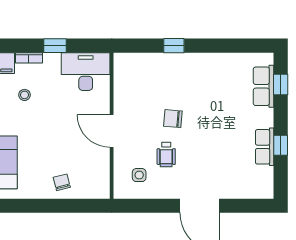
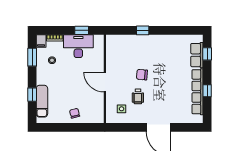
window: (55, 46) -> (82, 30), moved
desk: (86, 72) -> (78, 46), moved
row of seats: (265, 147) -> (197, 92), width x2.02

